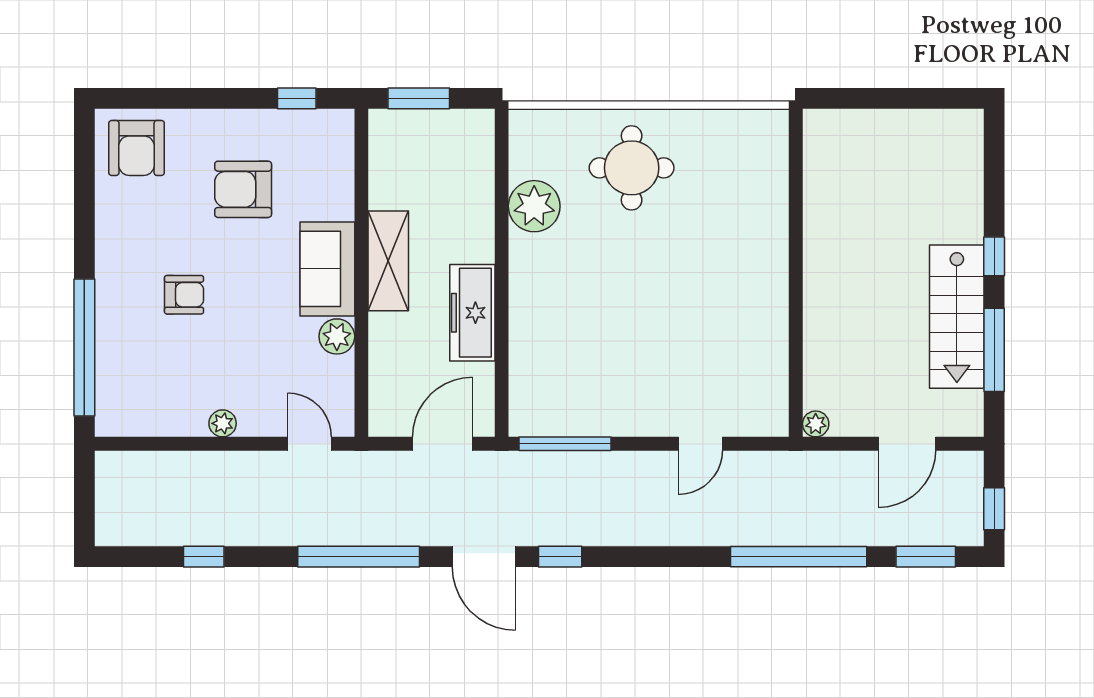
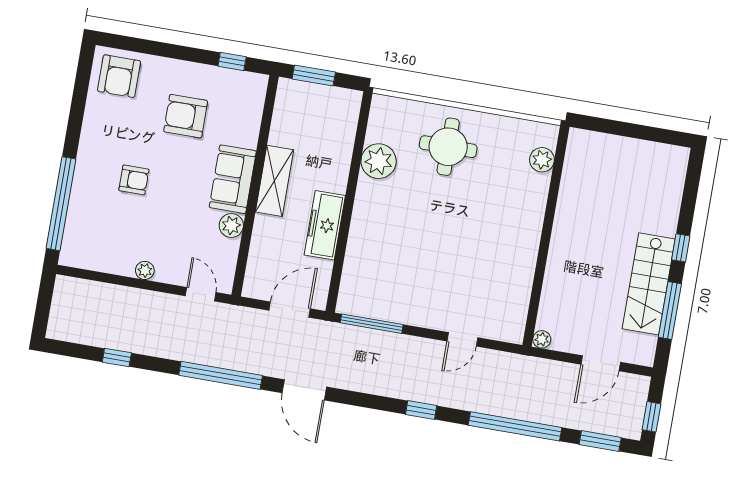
plant: (771, 163) -> (542, 160), added
window: (560, 557) -> (421, 410), moved

